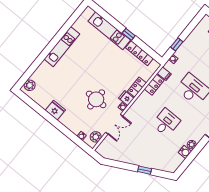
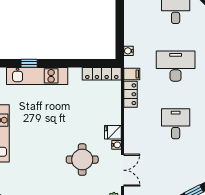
window: (129, 34) -> (29, 63), moved
window: (177, 44) -> (120, 33), removed
locker: (139, 53) -> (102, 74), moved
locker: (137, 87) -> (115, 112), removed

